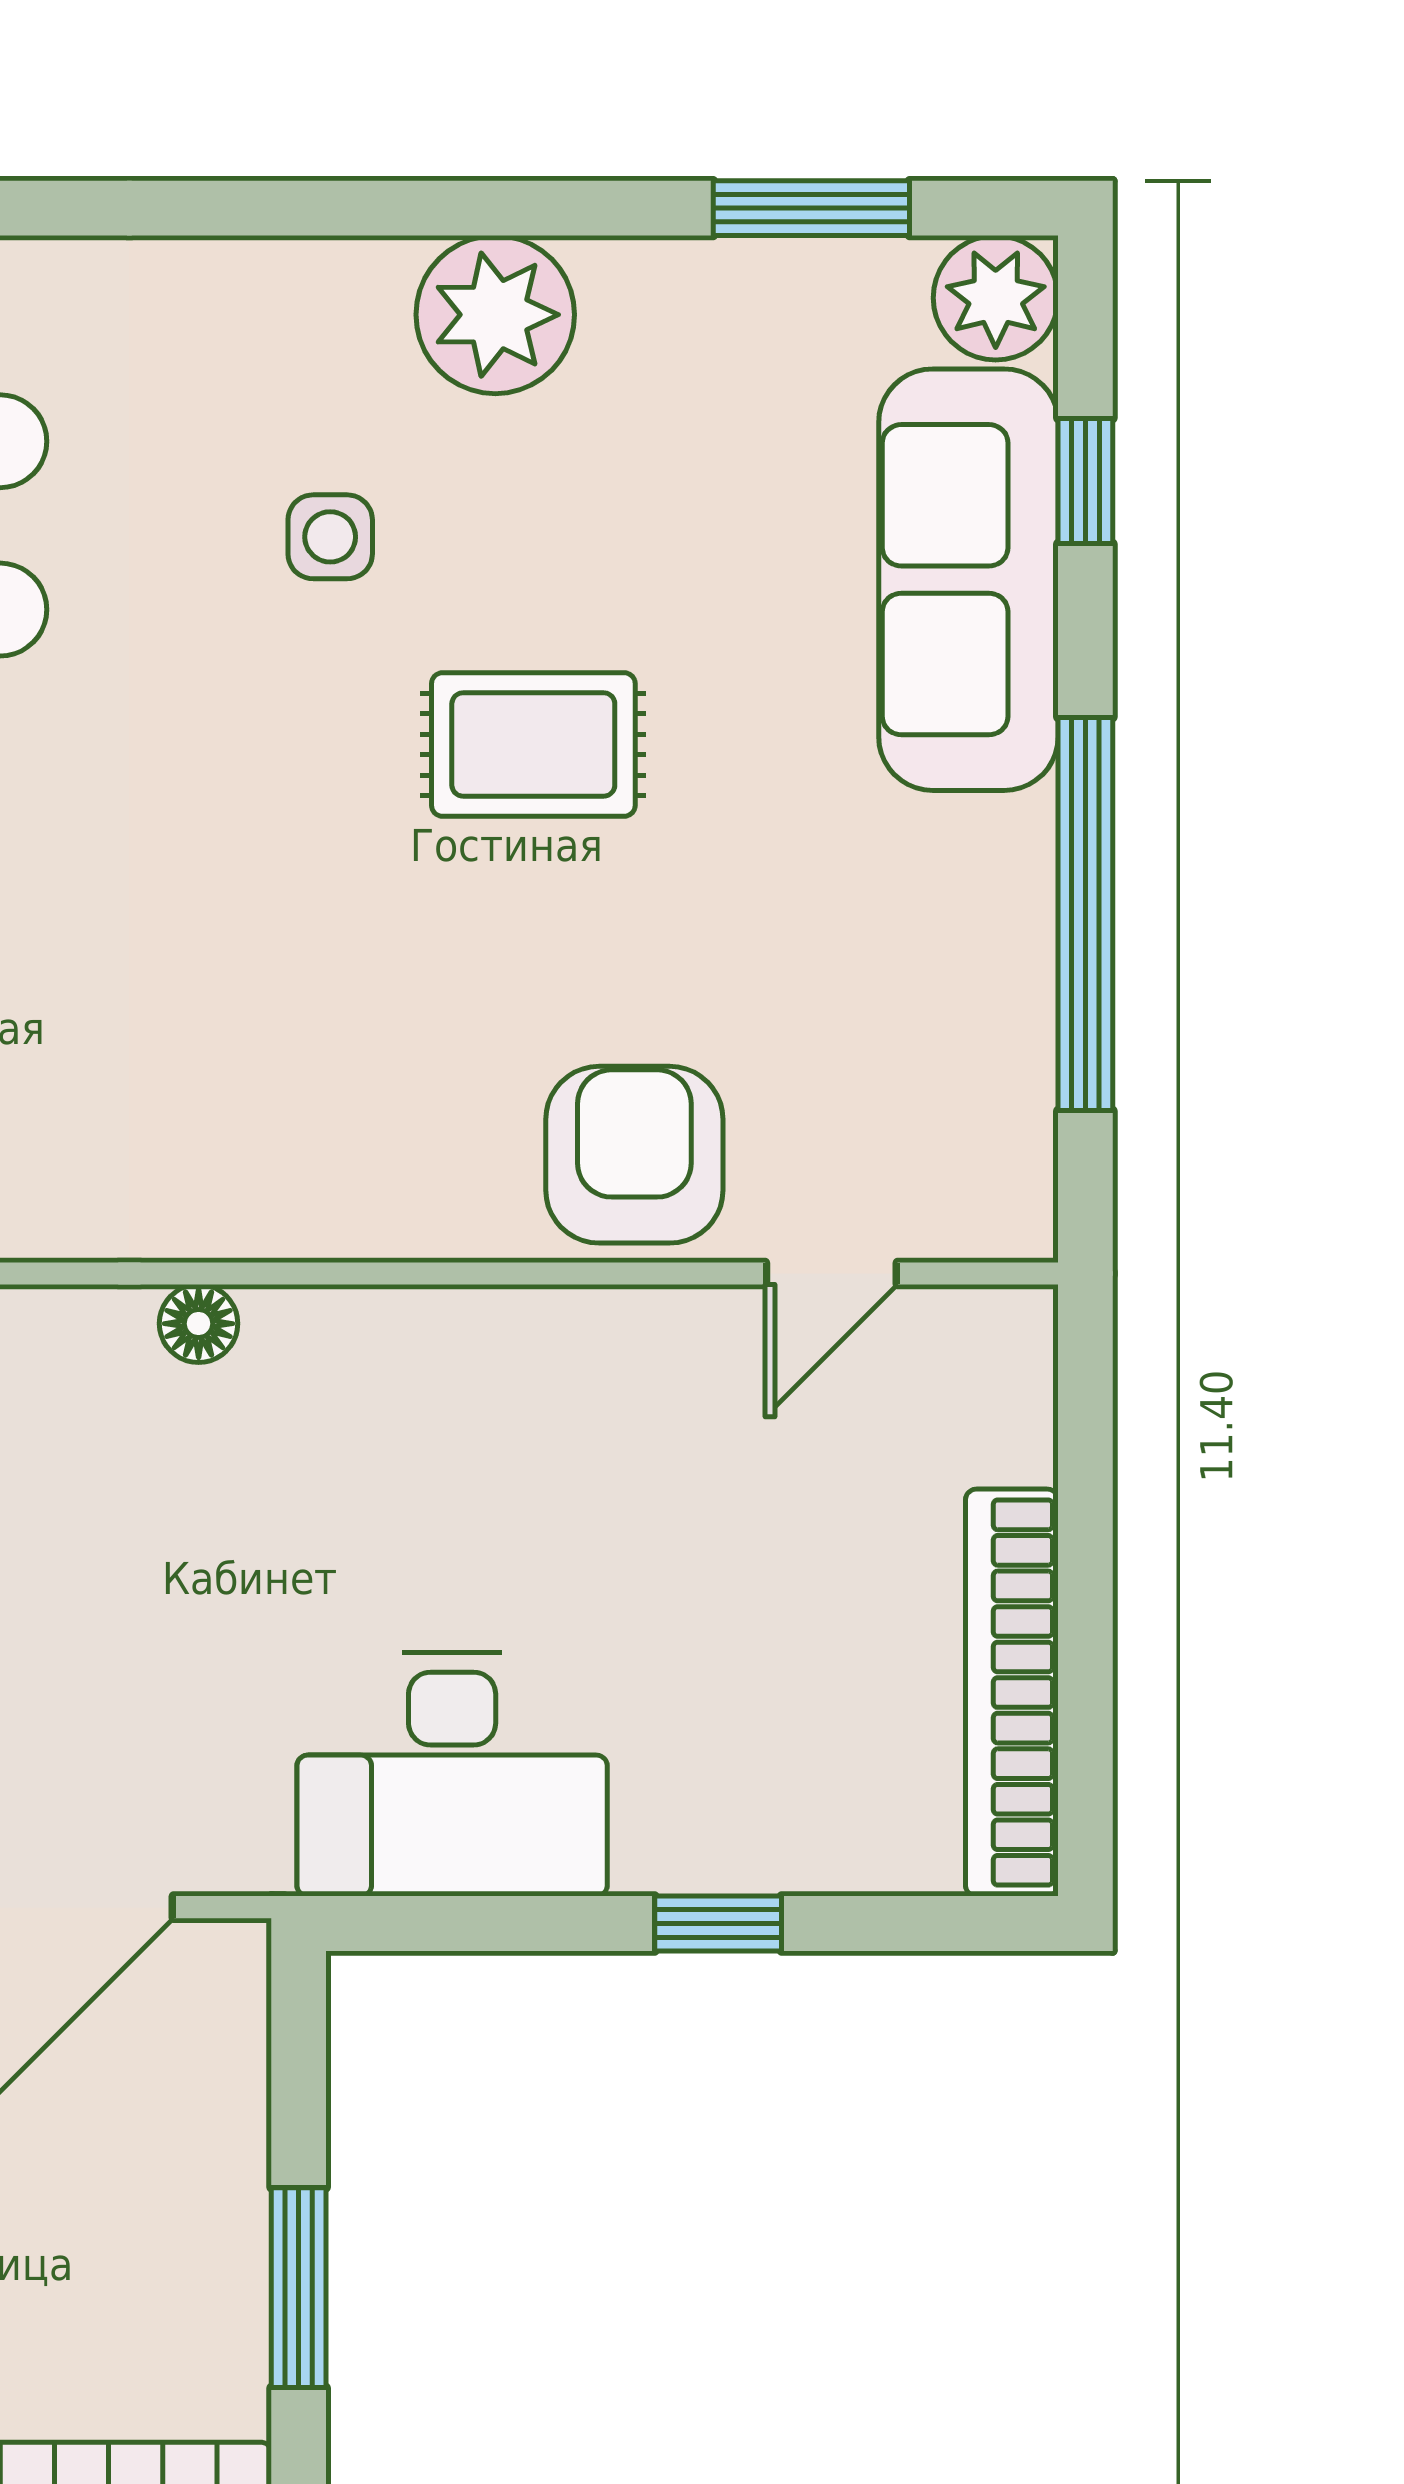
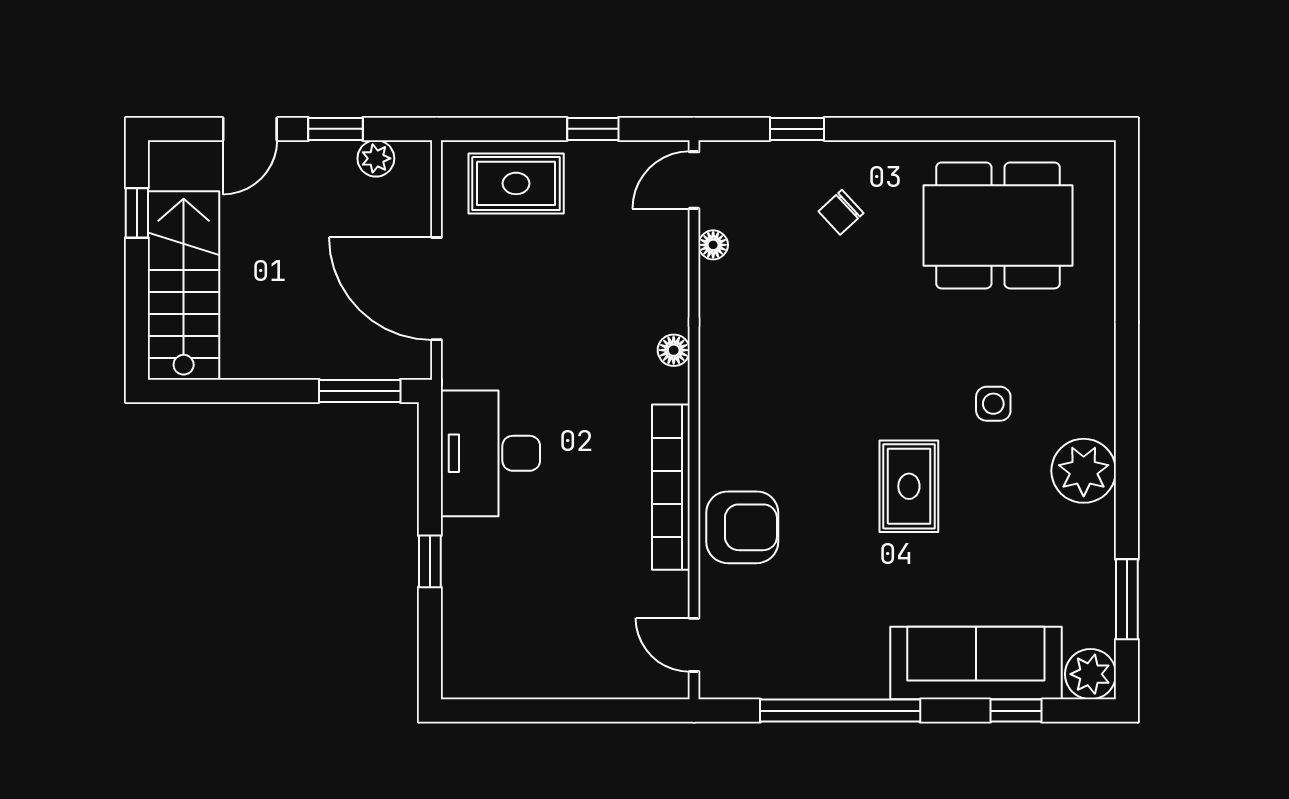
door: (831, 1273) -> (694, 645), moved
bookcase: (1012, 1693) -> (671, 487), moved, turned -90
window: (299, 2288) -> (360, 391), moved

